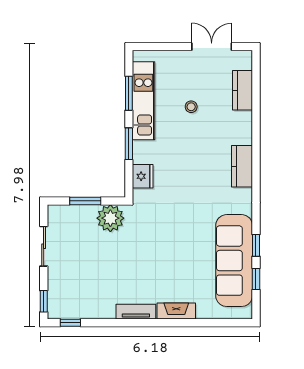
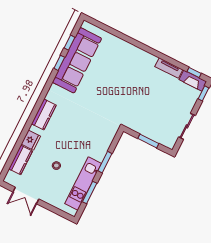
fridge: (143, 176) -> (31, 140), moved, turned 180
plant: (110, 218) -> (138, 123), removed
fireplace: (176, 311) -> (193, 81), moved
tv unit: (136, 312) -> (169, 68), moved

